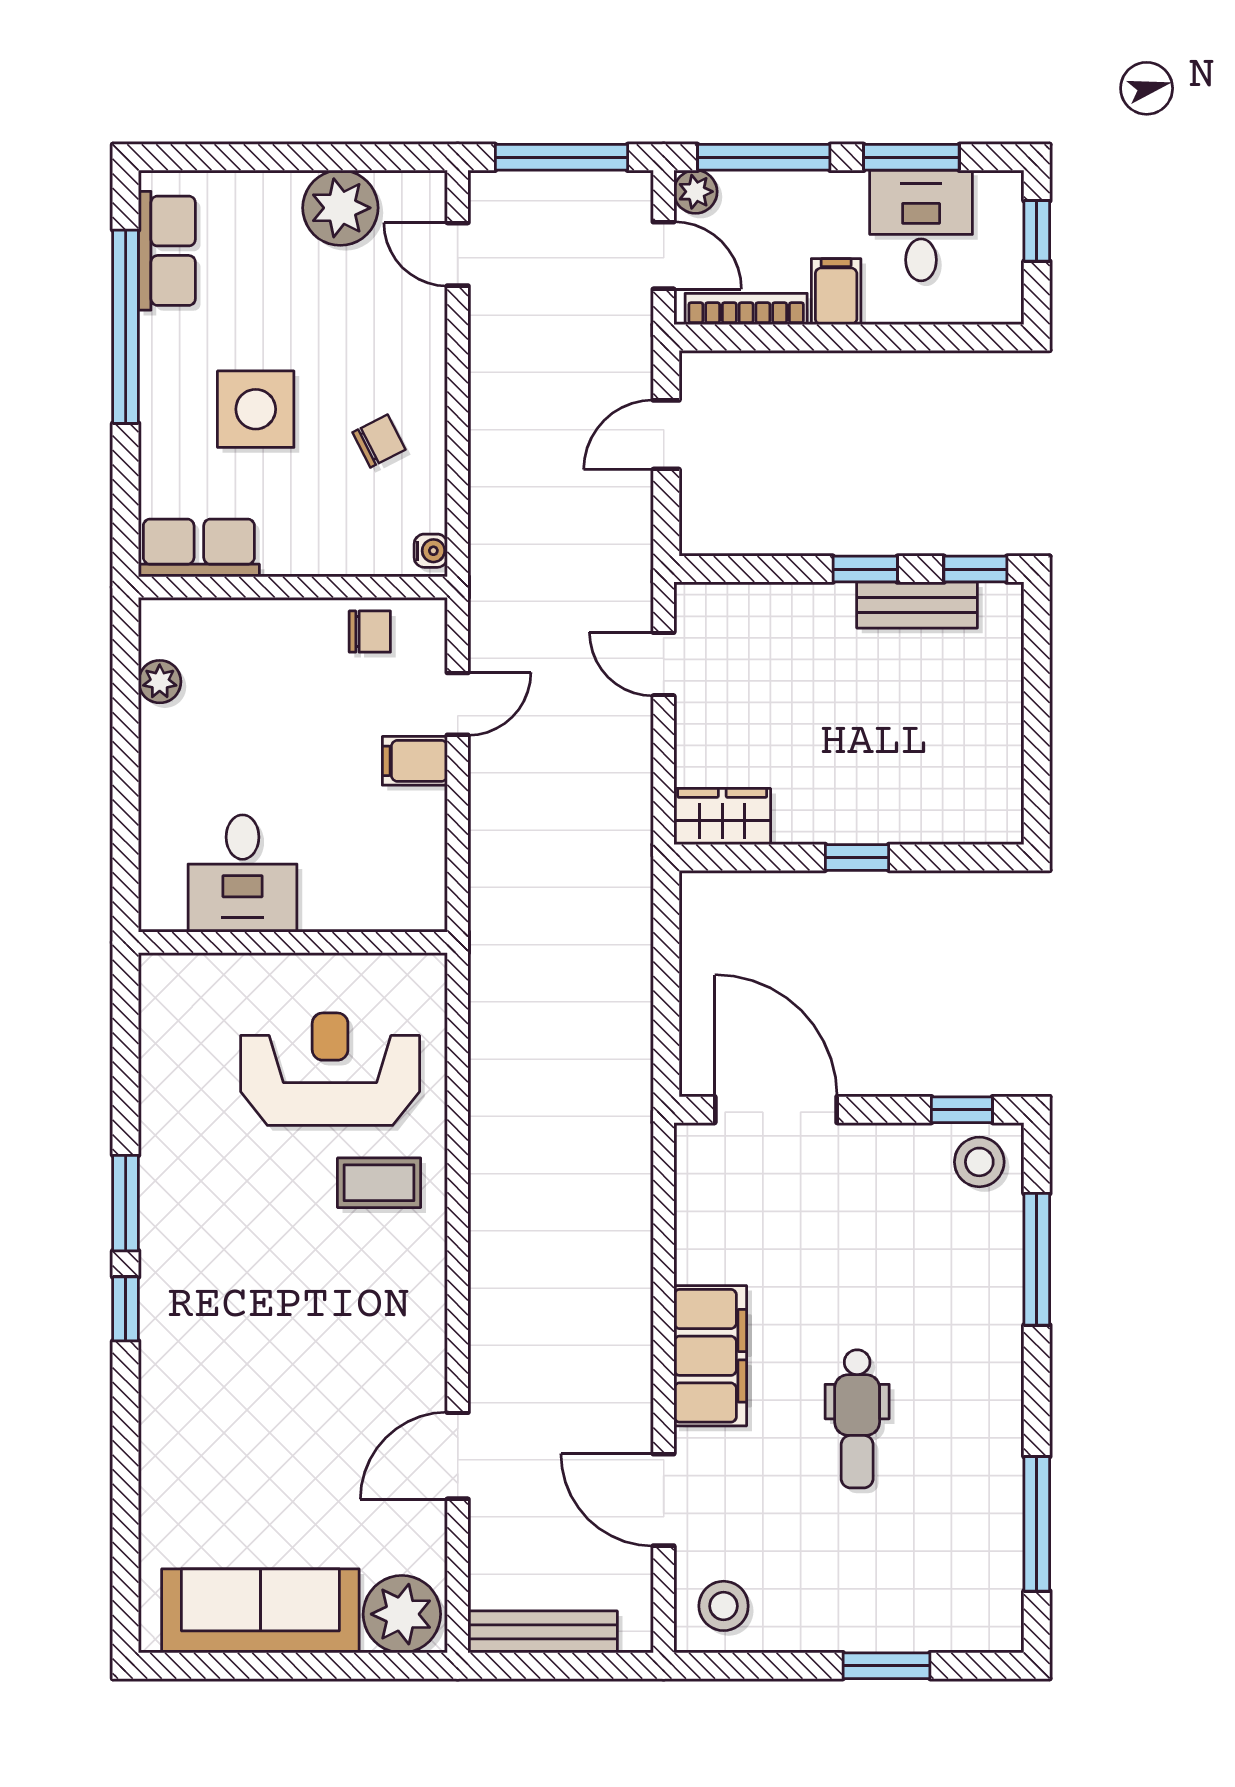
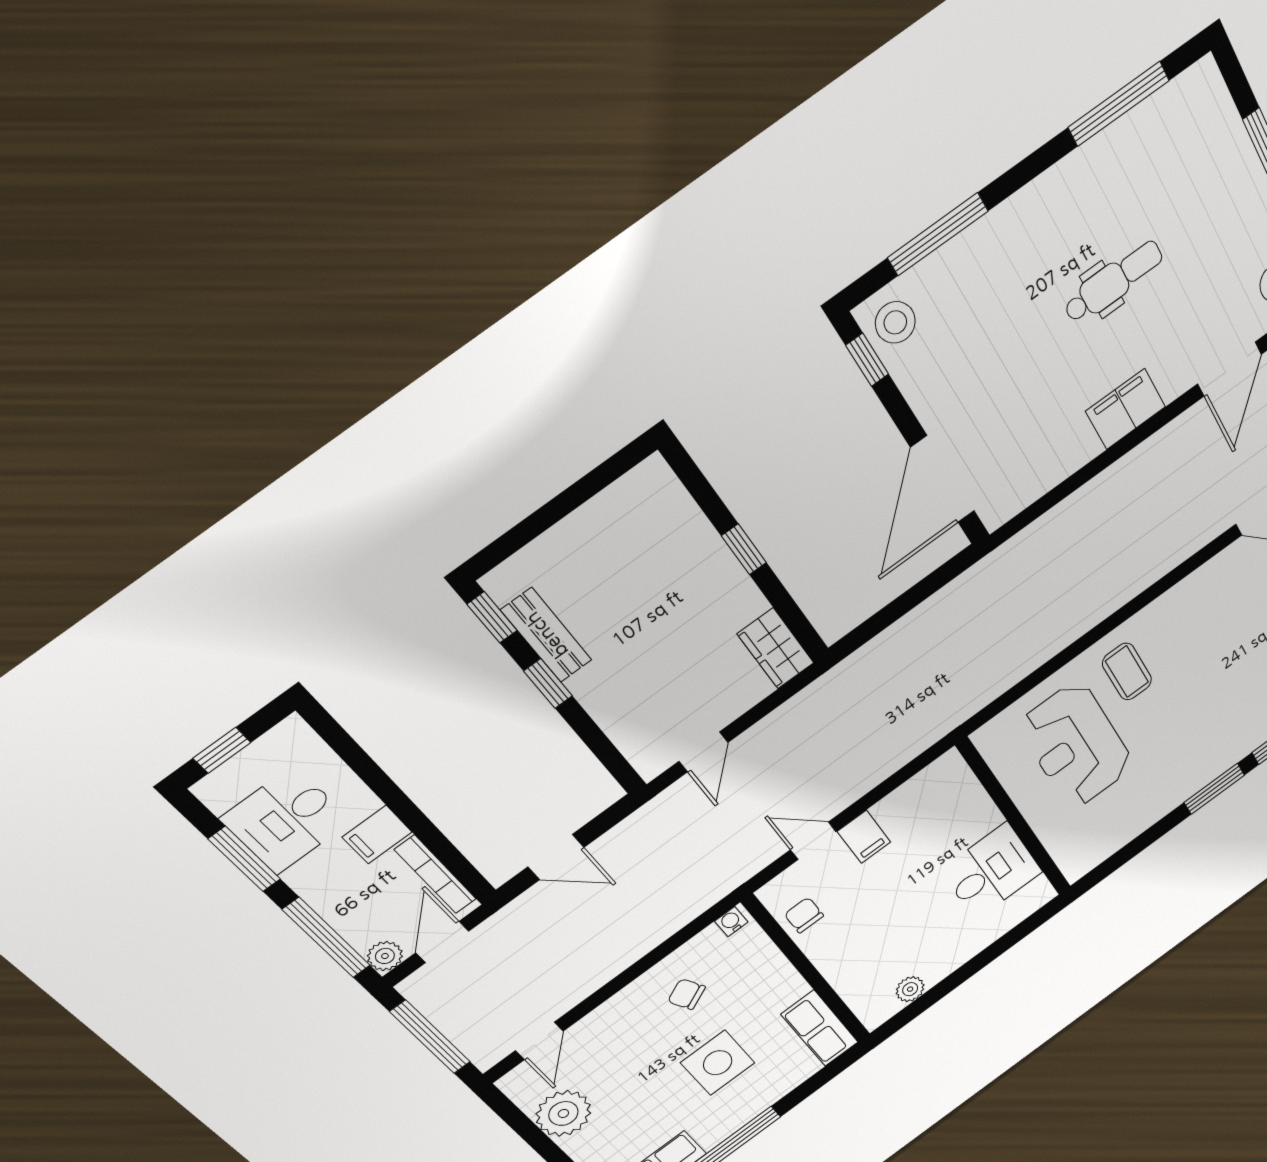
filing cabinet: (710, 1356) -> (1126, 409), width x0.67, depth x0.86

